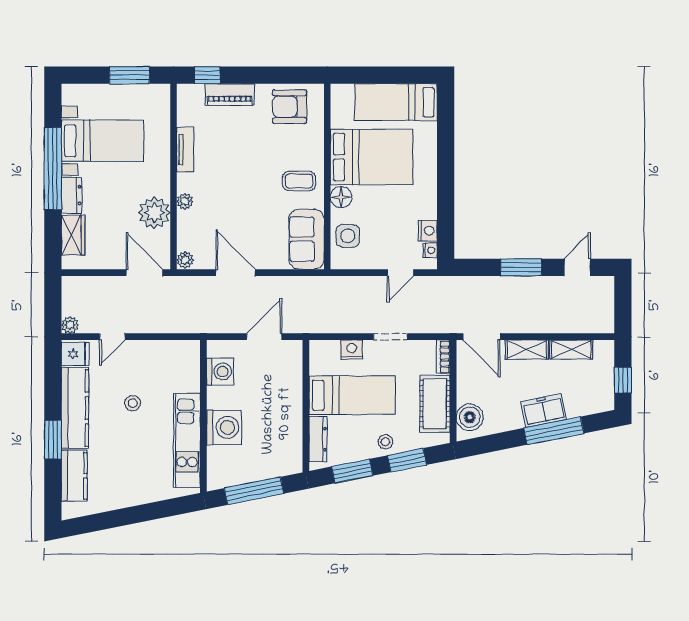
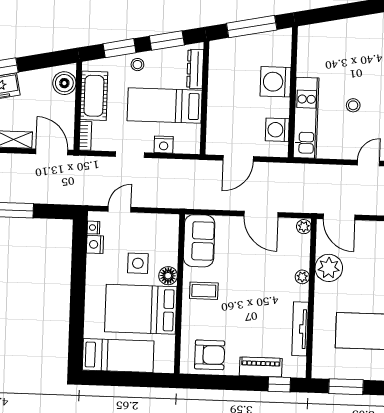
tv unit: (185, 150) -> (300, 329), width x1.41
side table: (348, 236) -> (138, 263), moved
kitchen unit: (187, 440) -> (306, 118), moved

